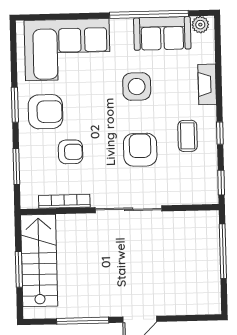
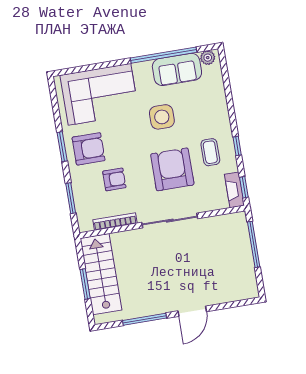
fireplace: (207, 84) -> (234, 190), moved
armchair: (140, 150) -> (172, 169), width x1.36, depth x1.36

